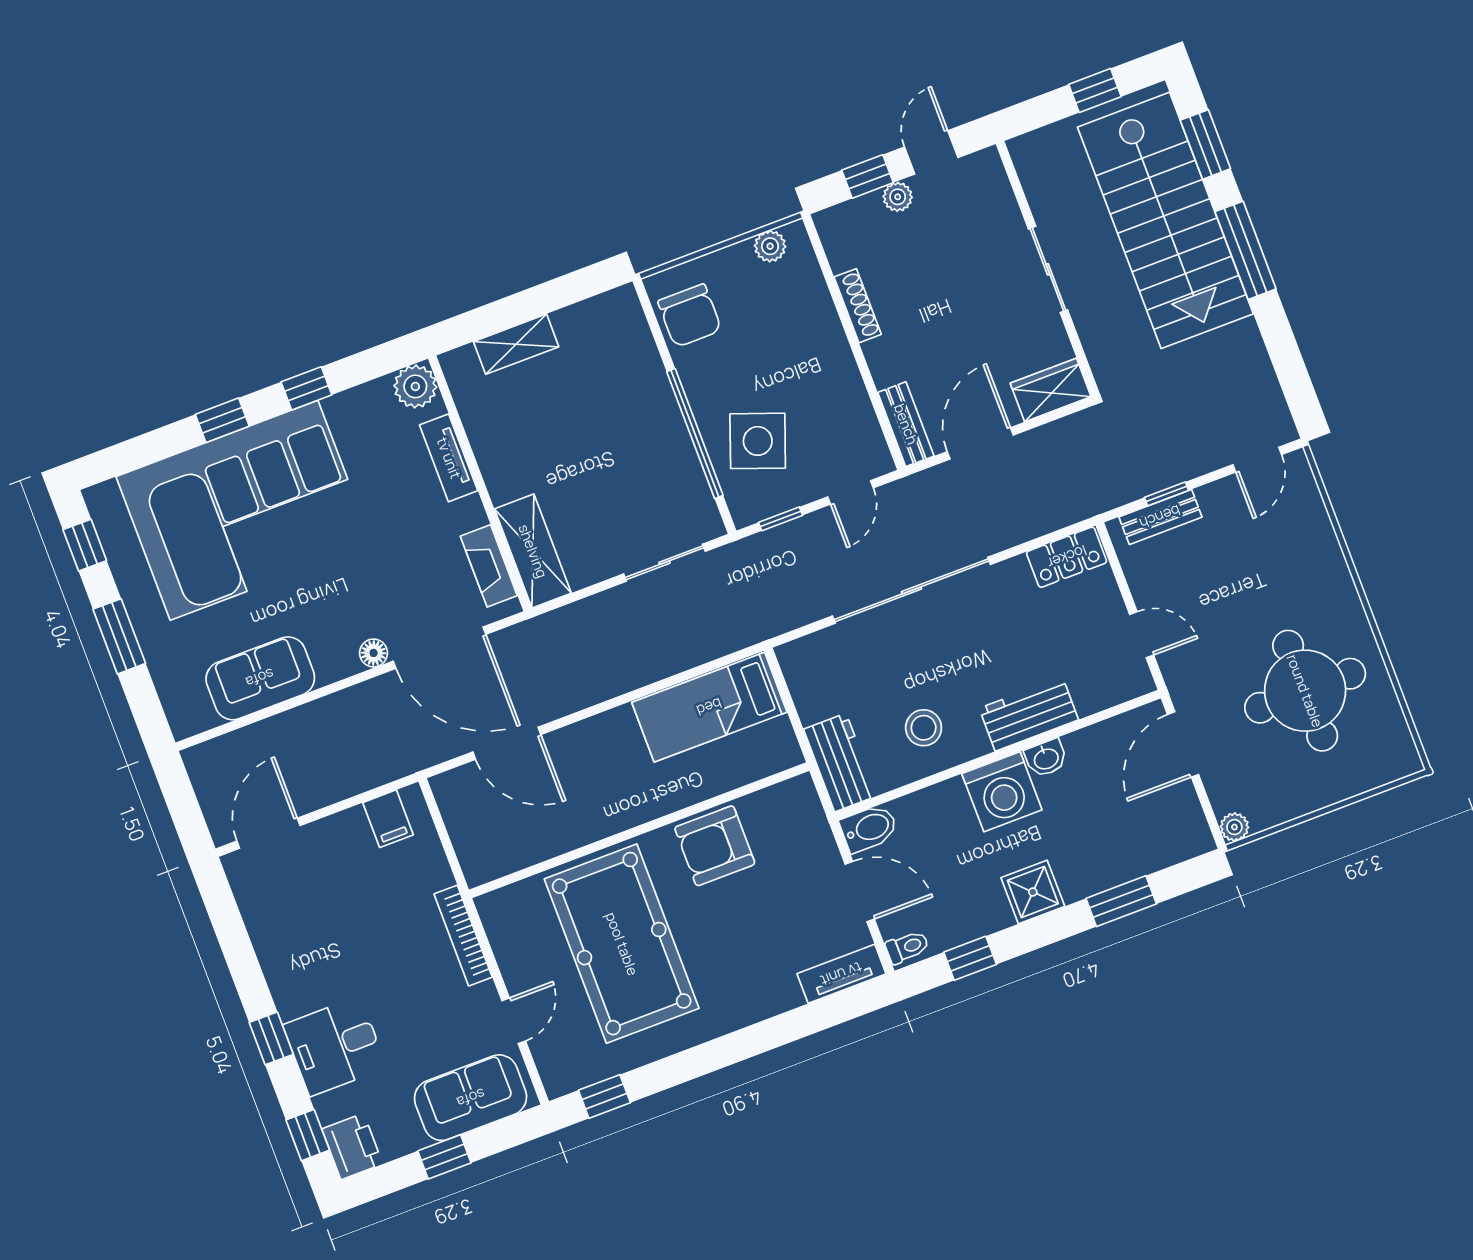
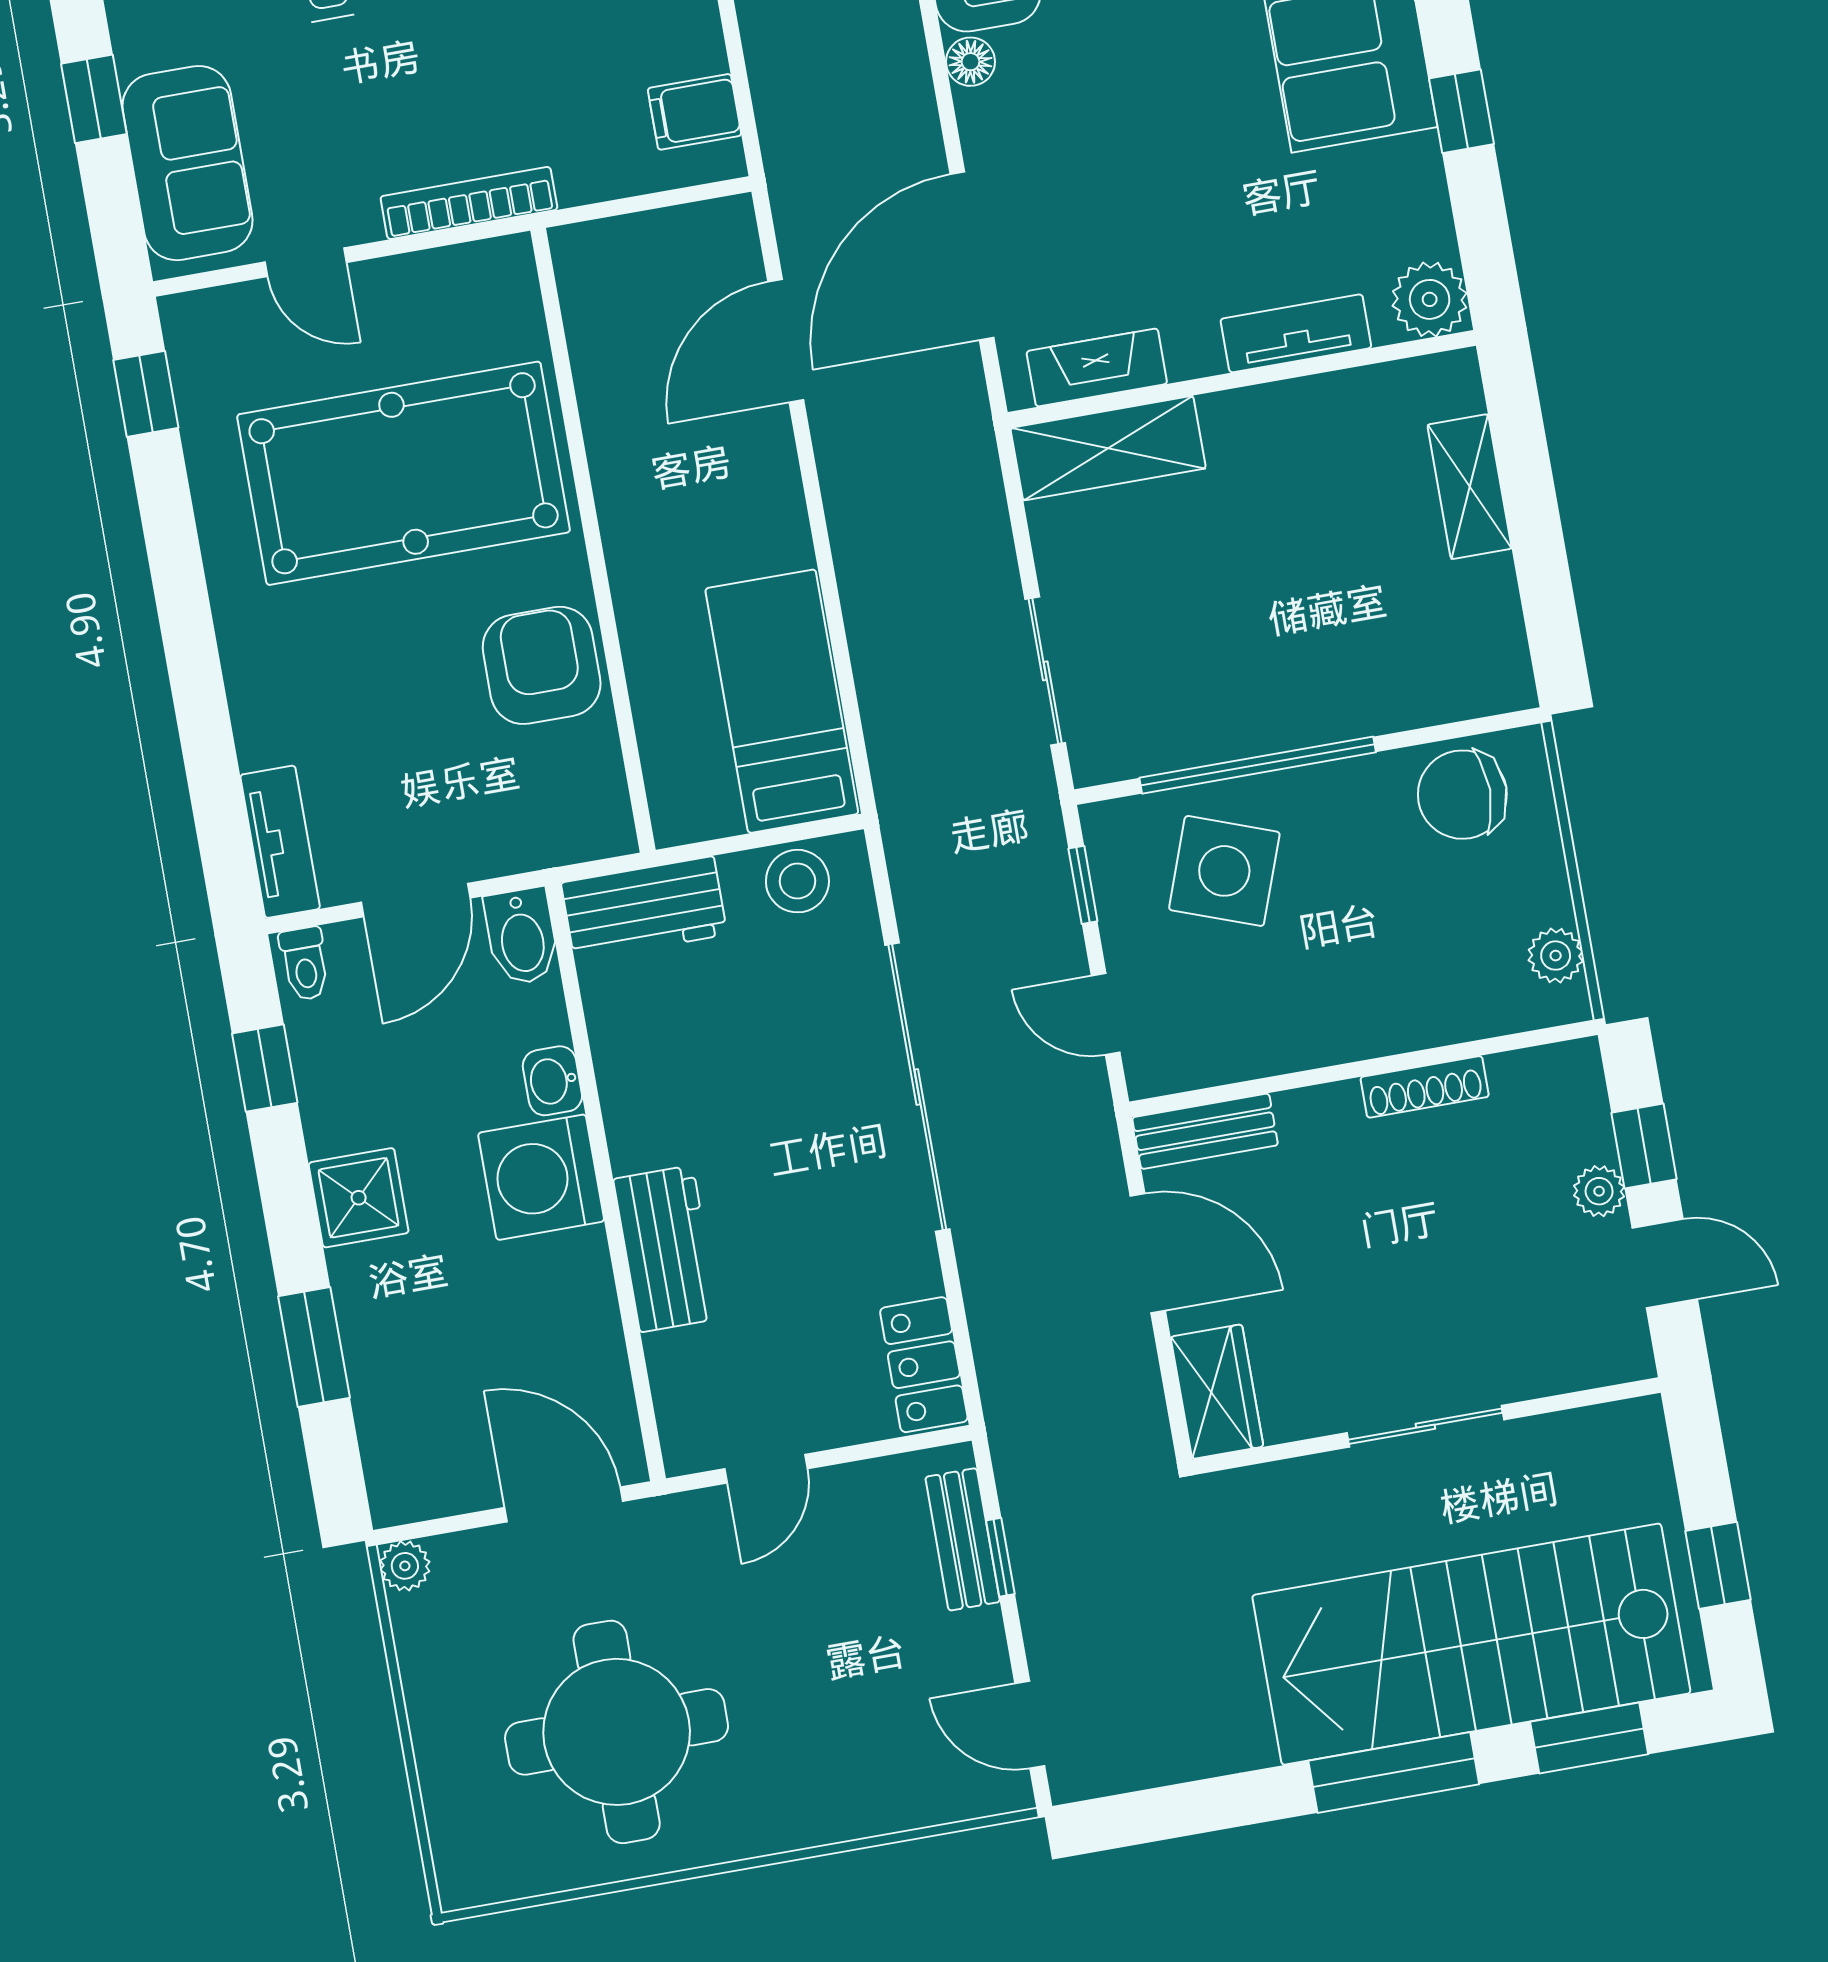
floor lamp: (374, 653) -> (971, 62), moved
stool: (924, 728) -> (797, 881), moved
washbasin: (1046, 758) -> (552, 1081), moved

